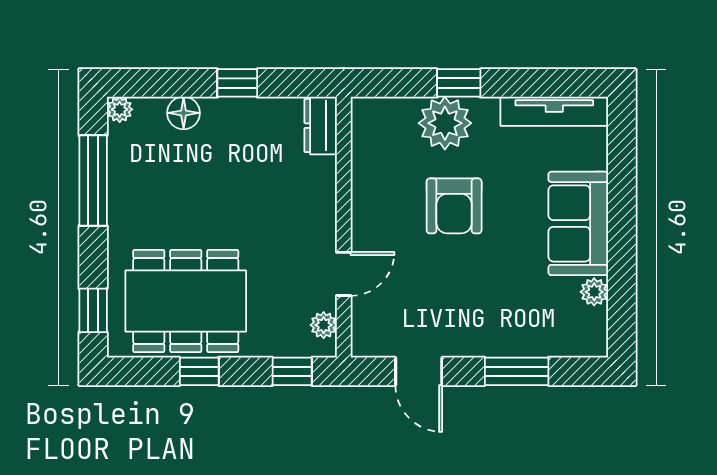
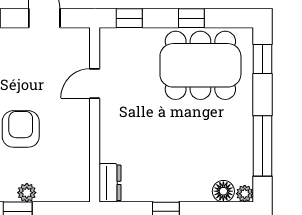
floor lamp: (184, 113) -> (223, 191), moved
plant: (445, 123) -> (27, 193), width x0.53, depth x0.53
plant: (324, 325) -> (108, 49), removed

